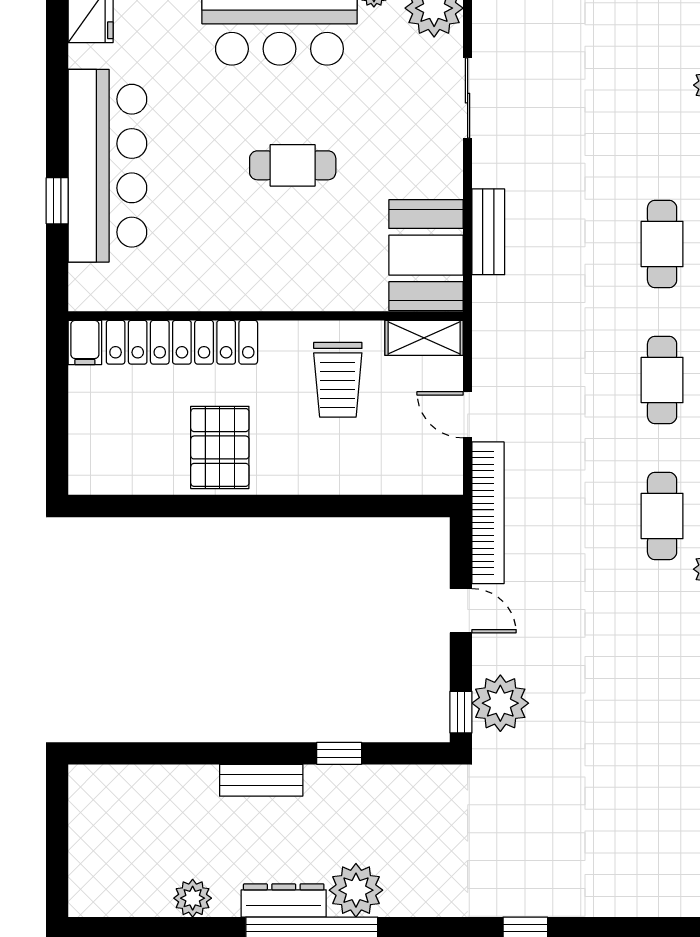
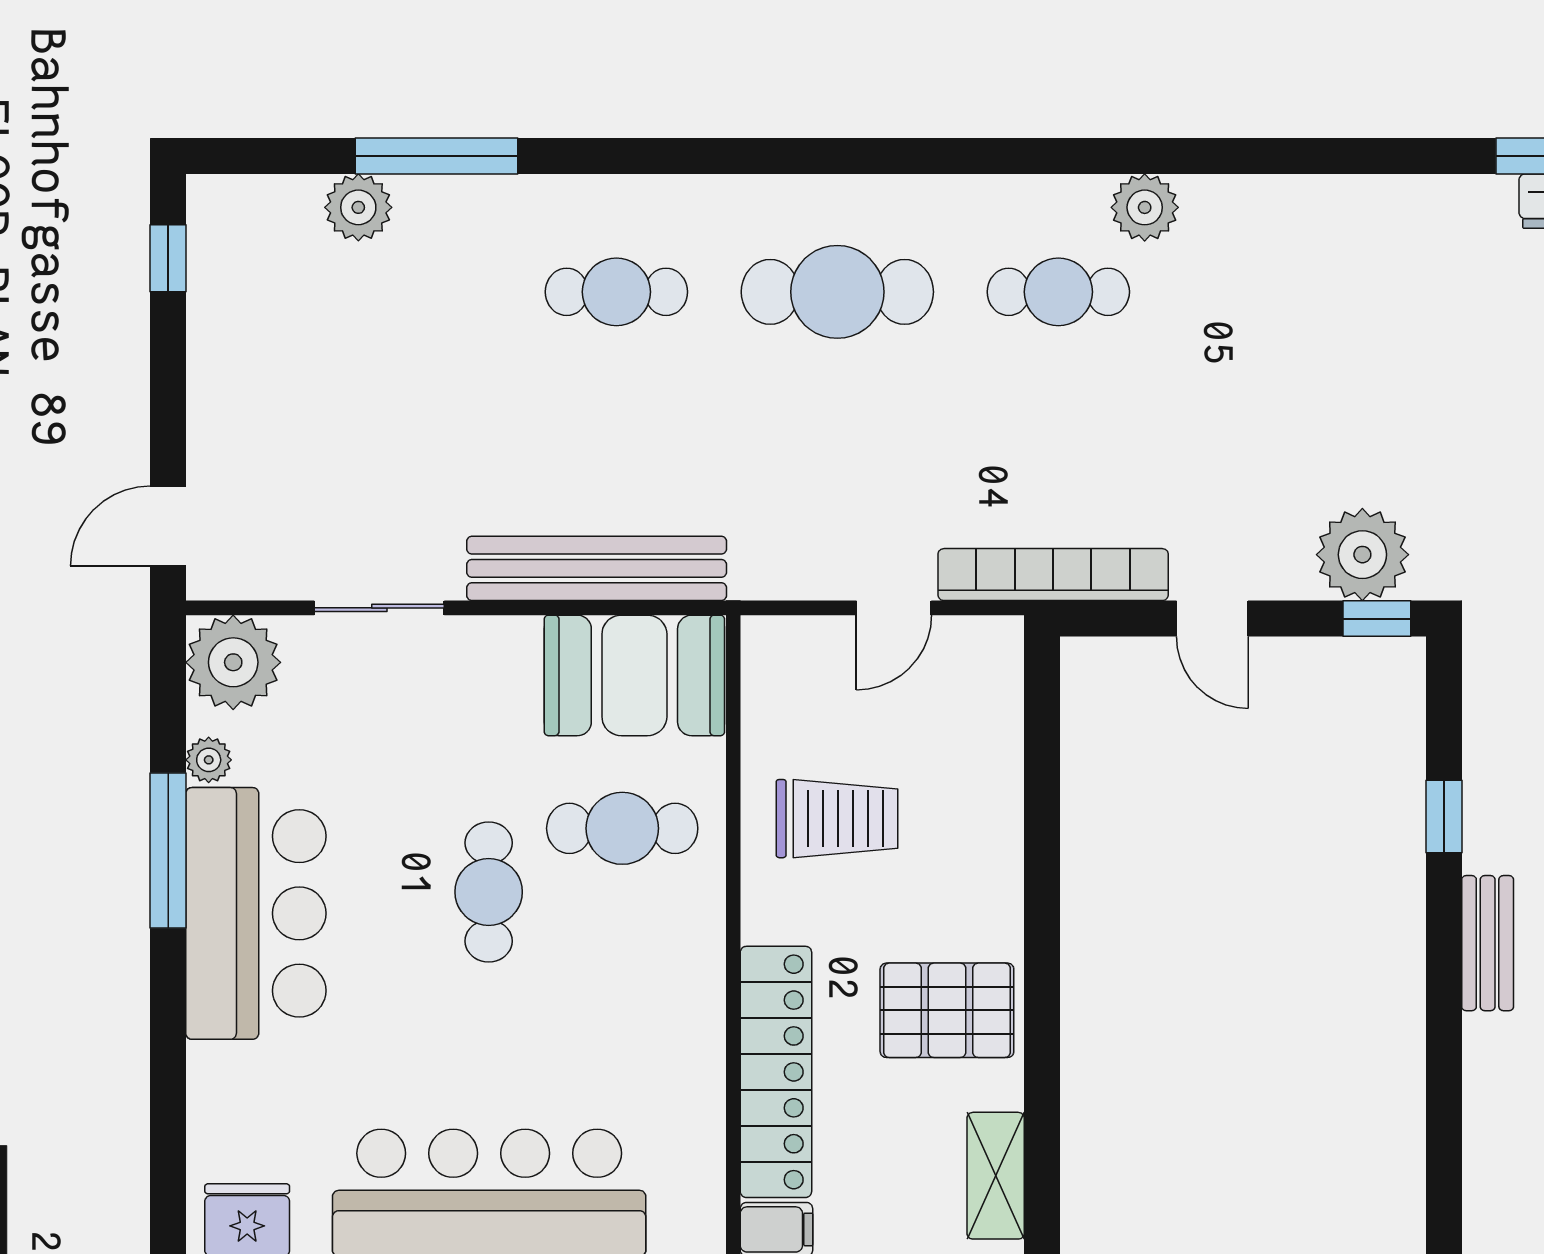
bench: (488, 232) -> (597, 568), width x1.86, depth x1.21
cafe table: (332, 248) -> (622, 828), added
shelving: (424, 338) -> (996, 1176), moved
cafe table: (662, 380) -> (837, 292), width x1.37, depth x1.35
door: (461, 611) -> (1212, 619), swing flipped

